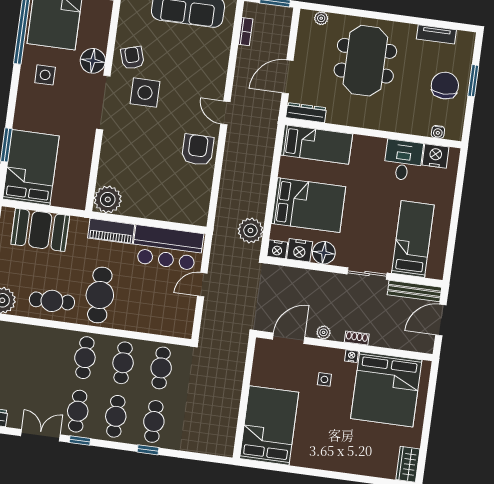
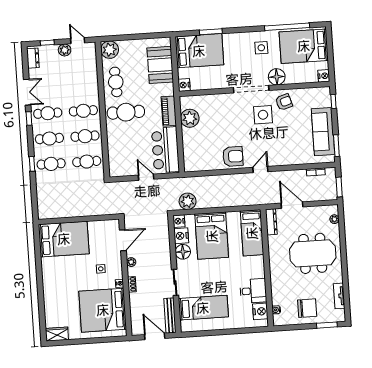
window: (473, 81) -> (327, 325), moved
plant: (108, 199) -> (190, 118), moved
nightstand: (77, 201) -> (184, 85), added
door: (289, 338) -> (123, 240), hinge flipped

